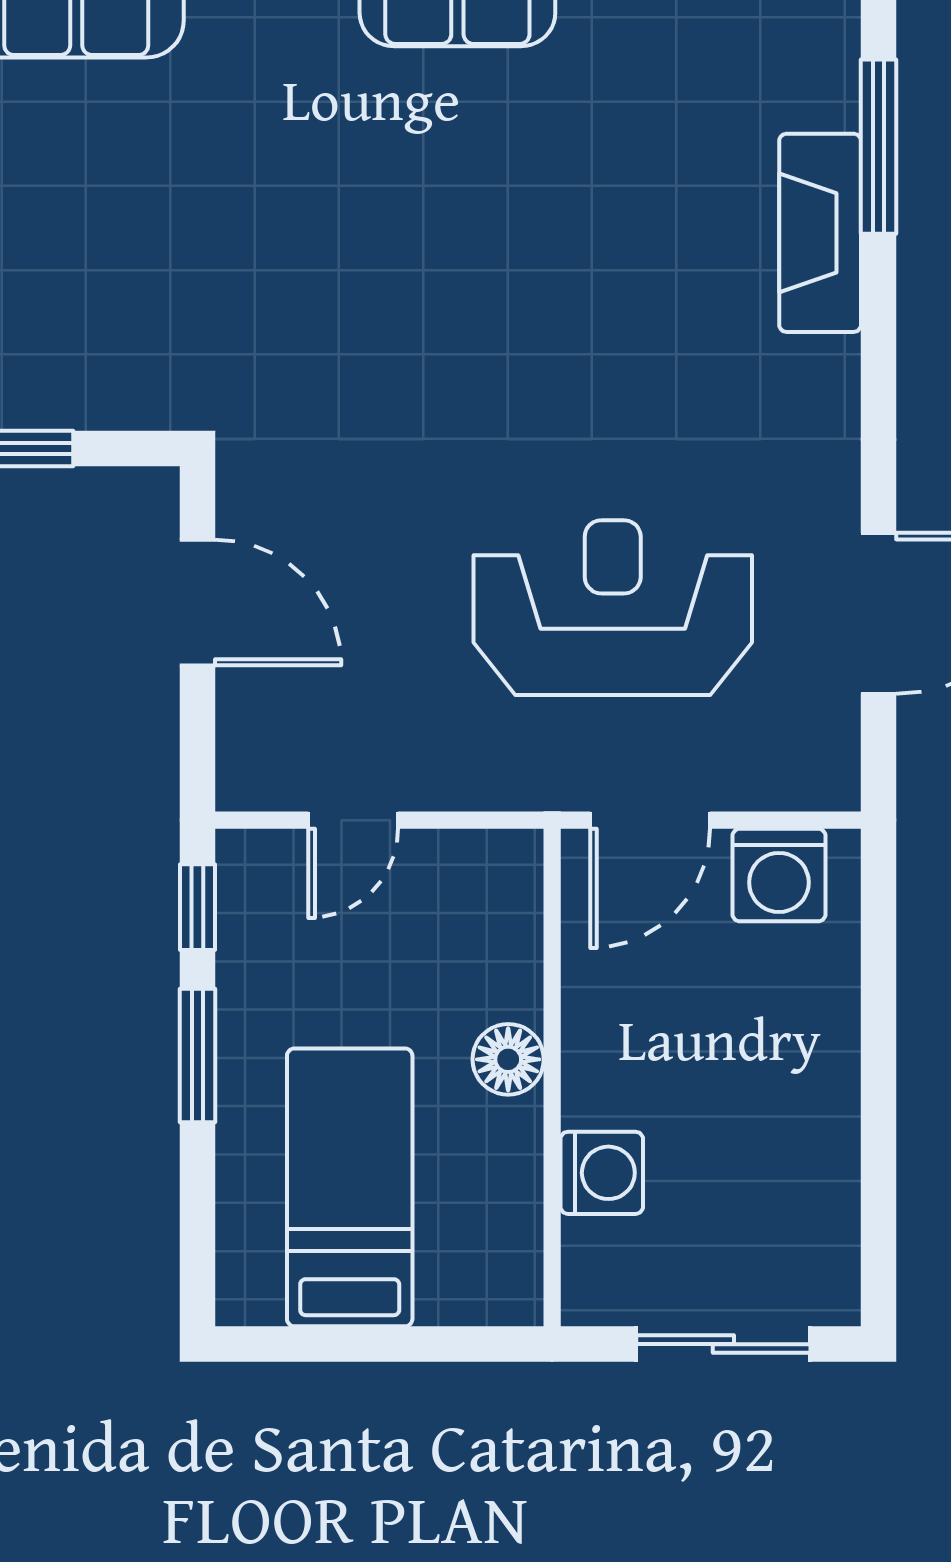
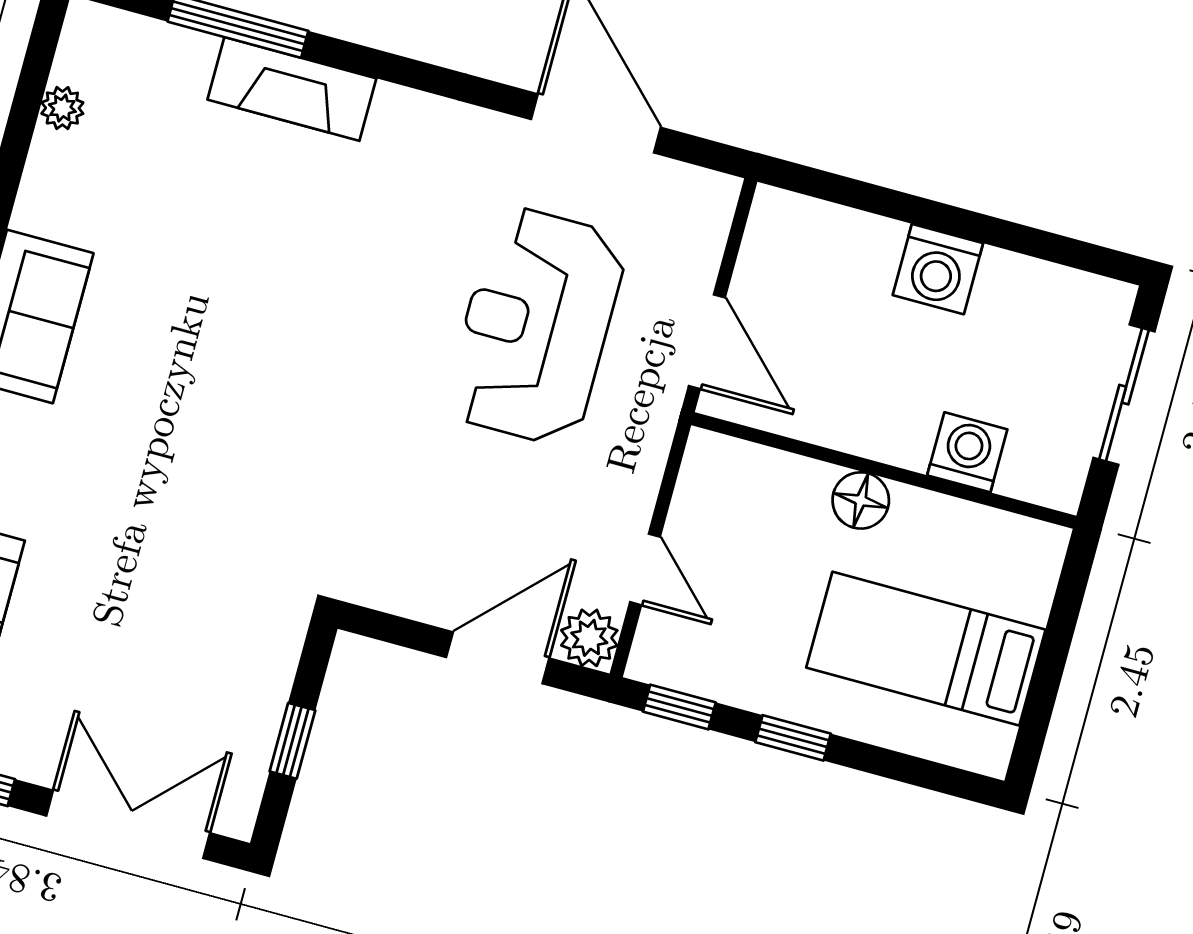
door: (197, 603) -> (498, 658), moved
plant: (252, 775) -> (589, 638), added
washing machine: (779, 875) -> (938, 269), moved, turned 90
window: (197, 1056) -> (793, 738), width x0.67

